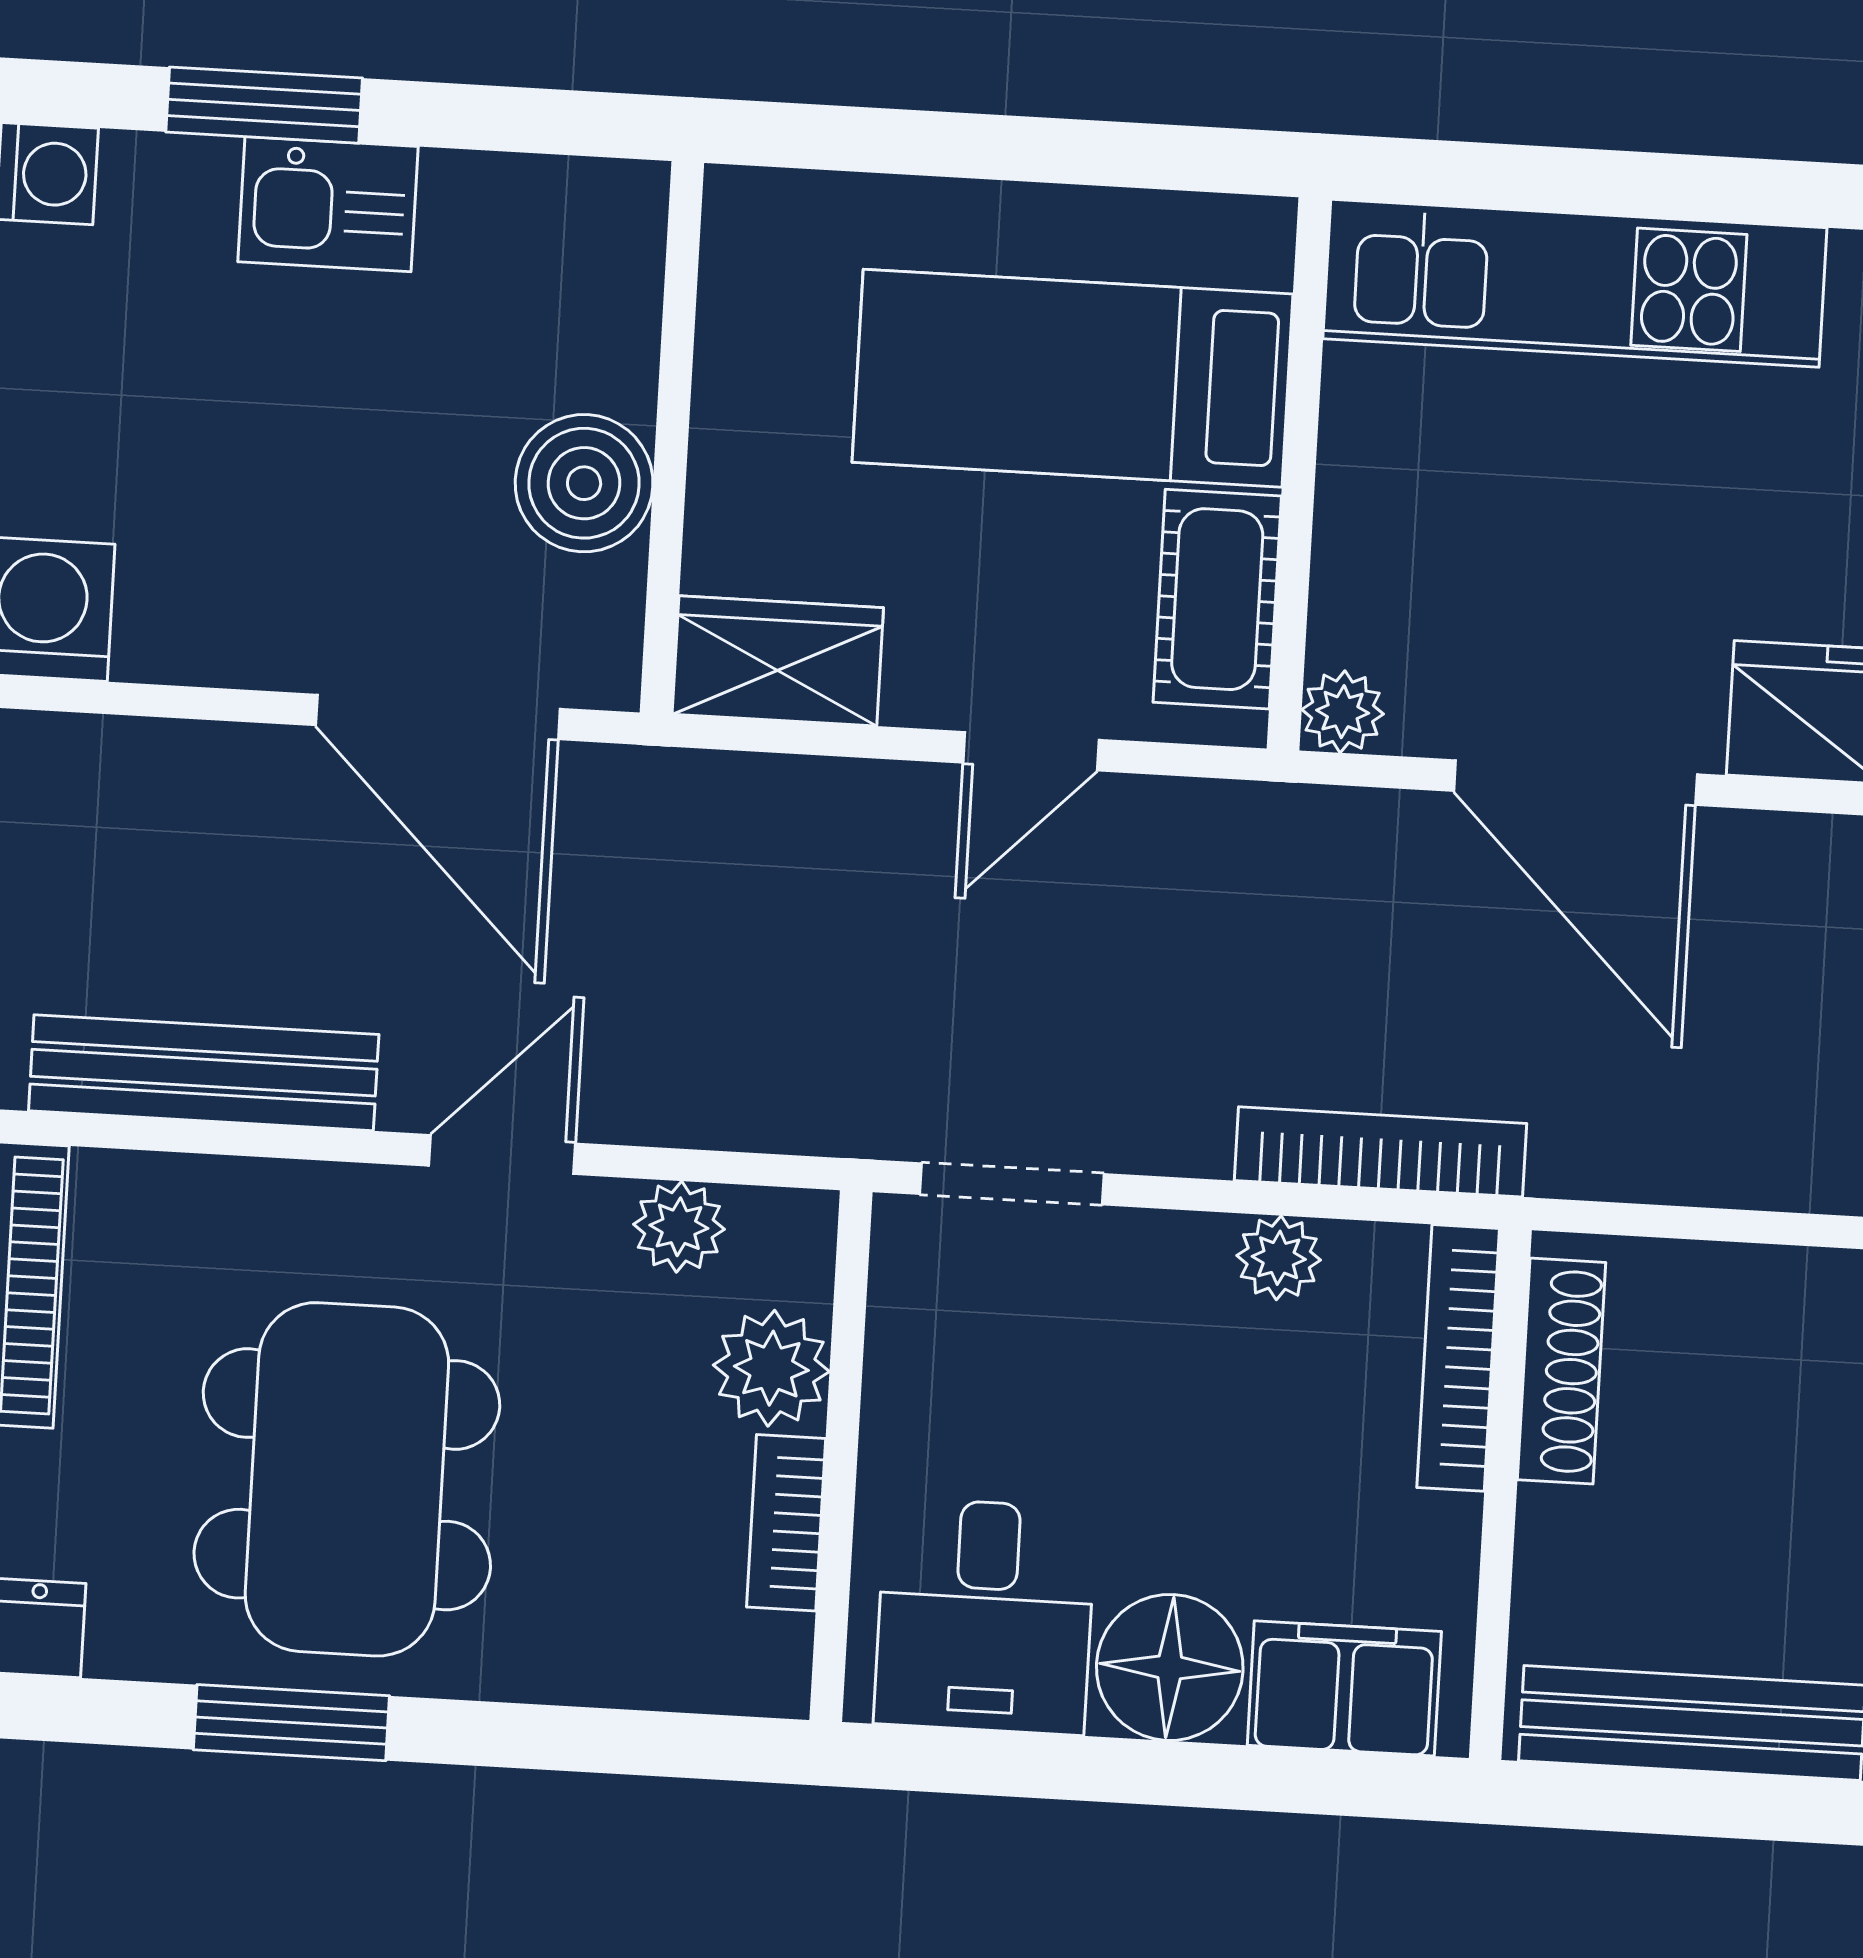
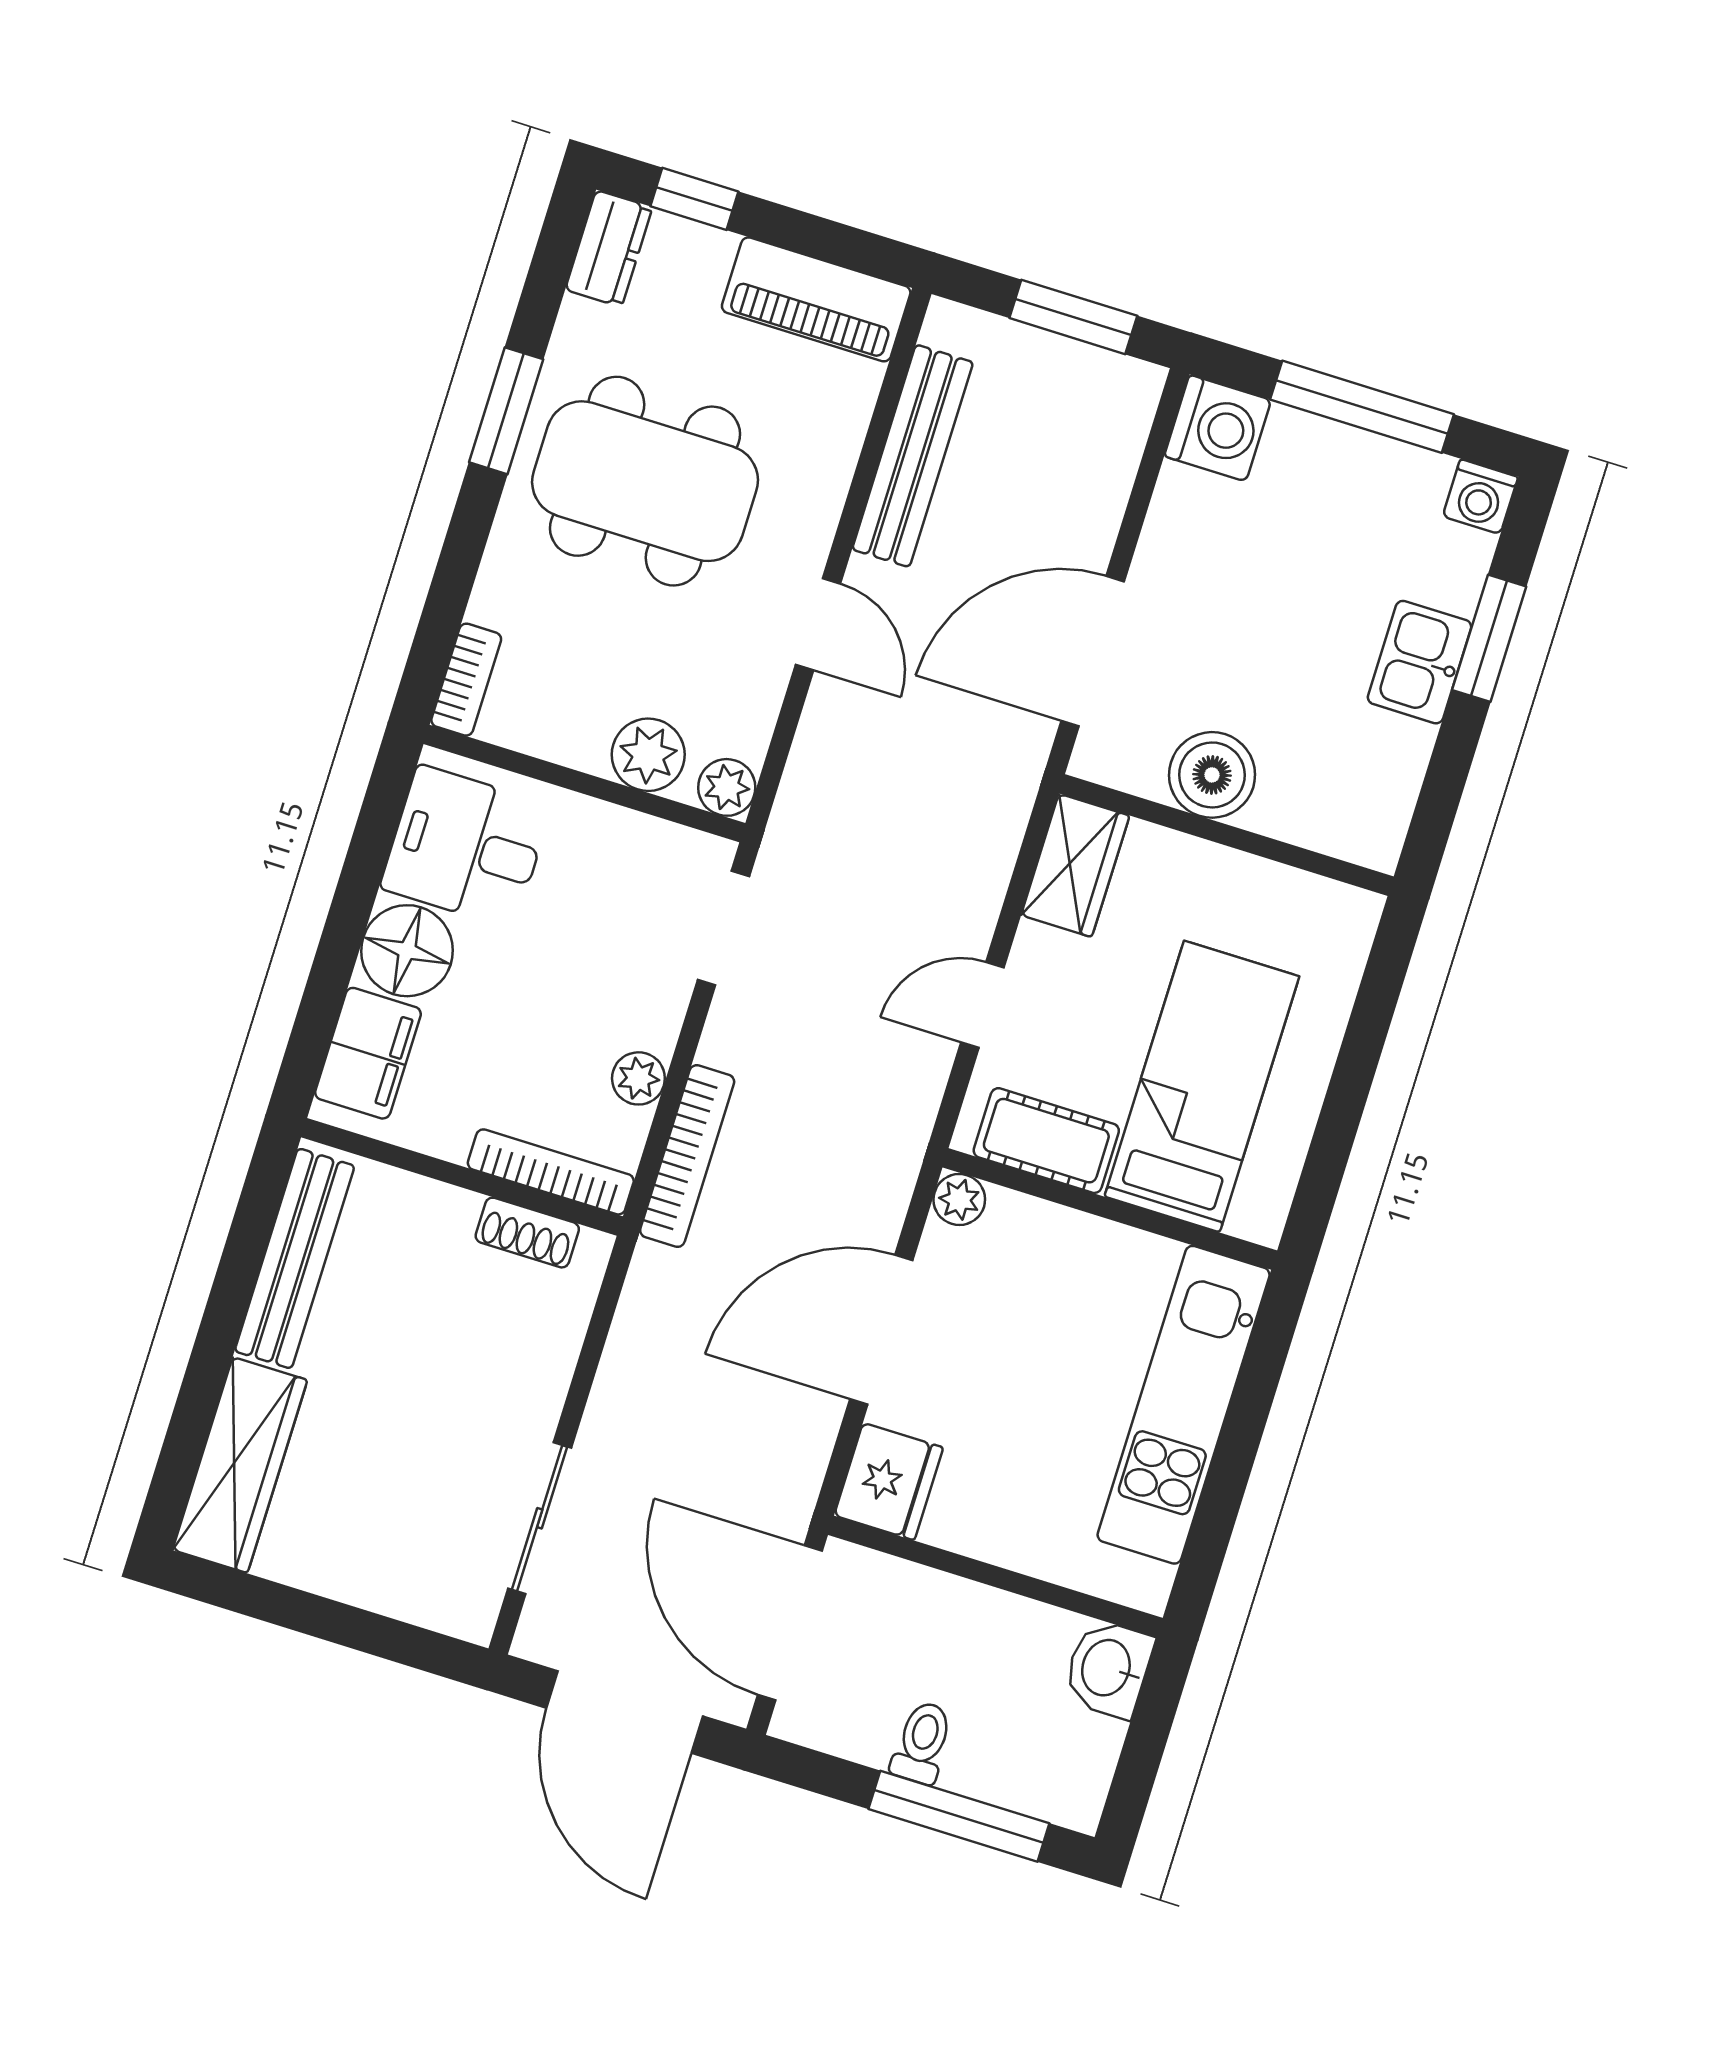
door: (1031, 751) -> (982, 1005), hinge flipped
plant: (679, 1227) -> (727, 787), moved
shoe rack: (1562, 1371) -> (527, 1233), width x0.70
bookcase: (786, 1523) -> (466, 680), moved, turned 90

